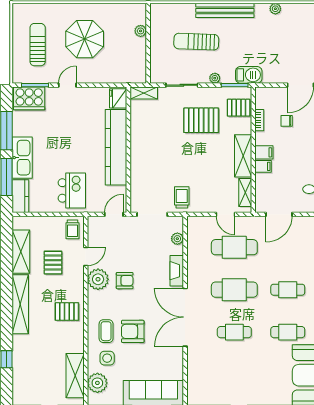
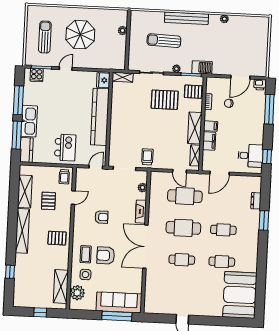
cooker: (29, 98) -> (37, 75), width x0.53, depth x0.76
filing cabinet: (263, 166) -> (209, 141), width x2.00
plant: (98, 279) -> (82, 215), removed

